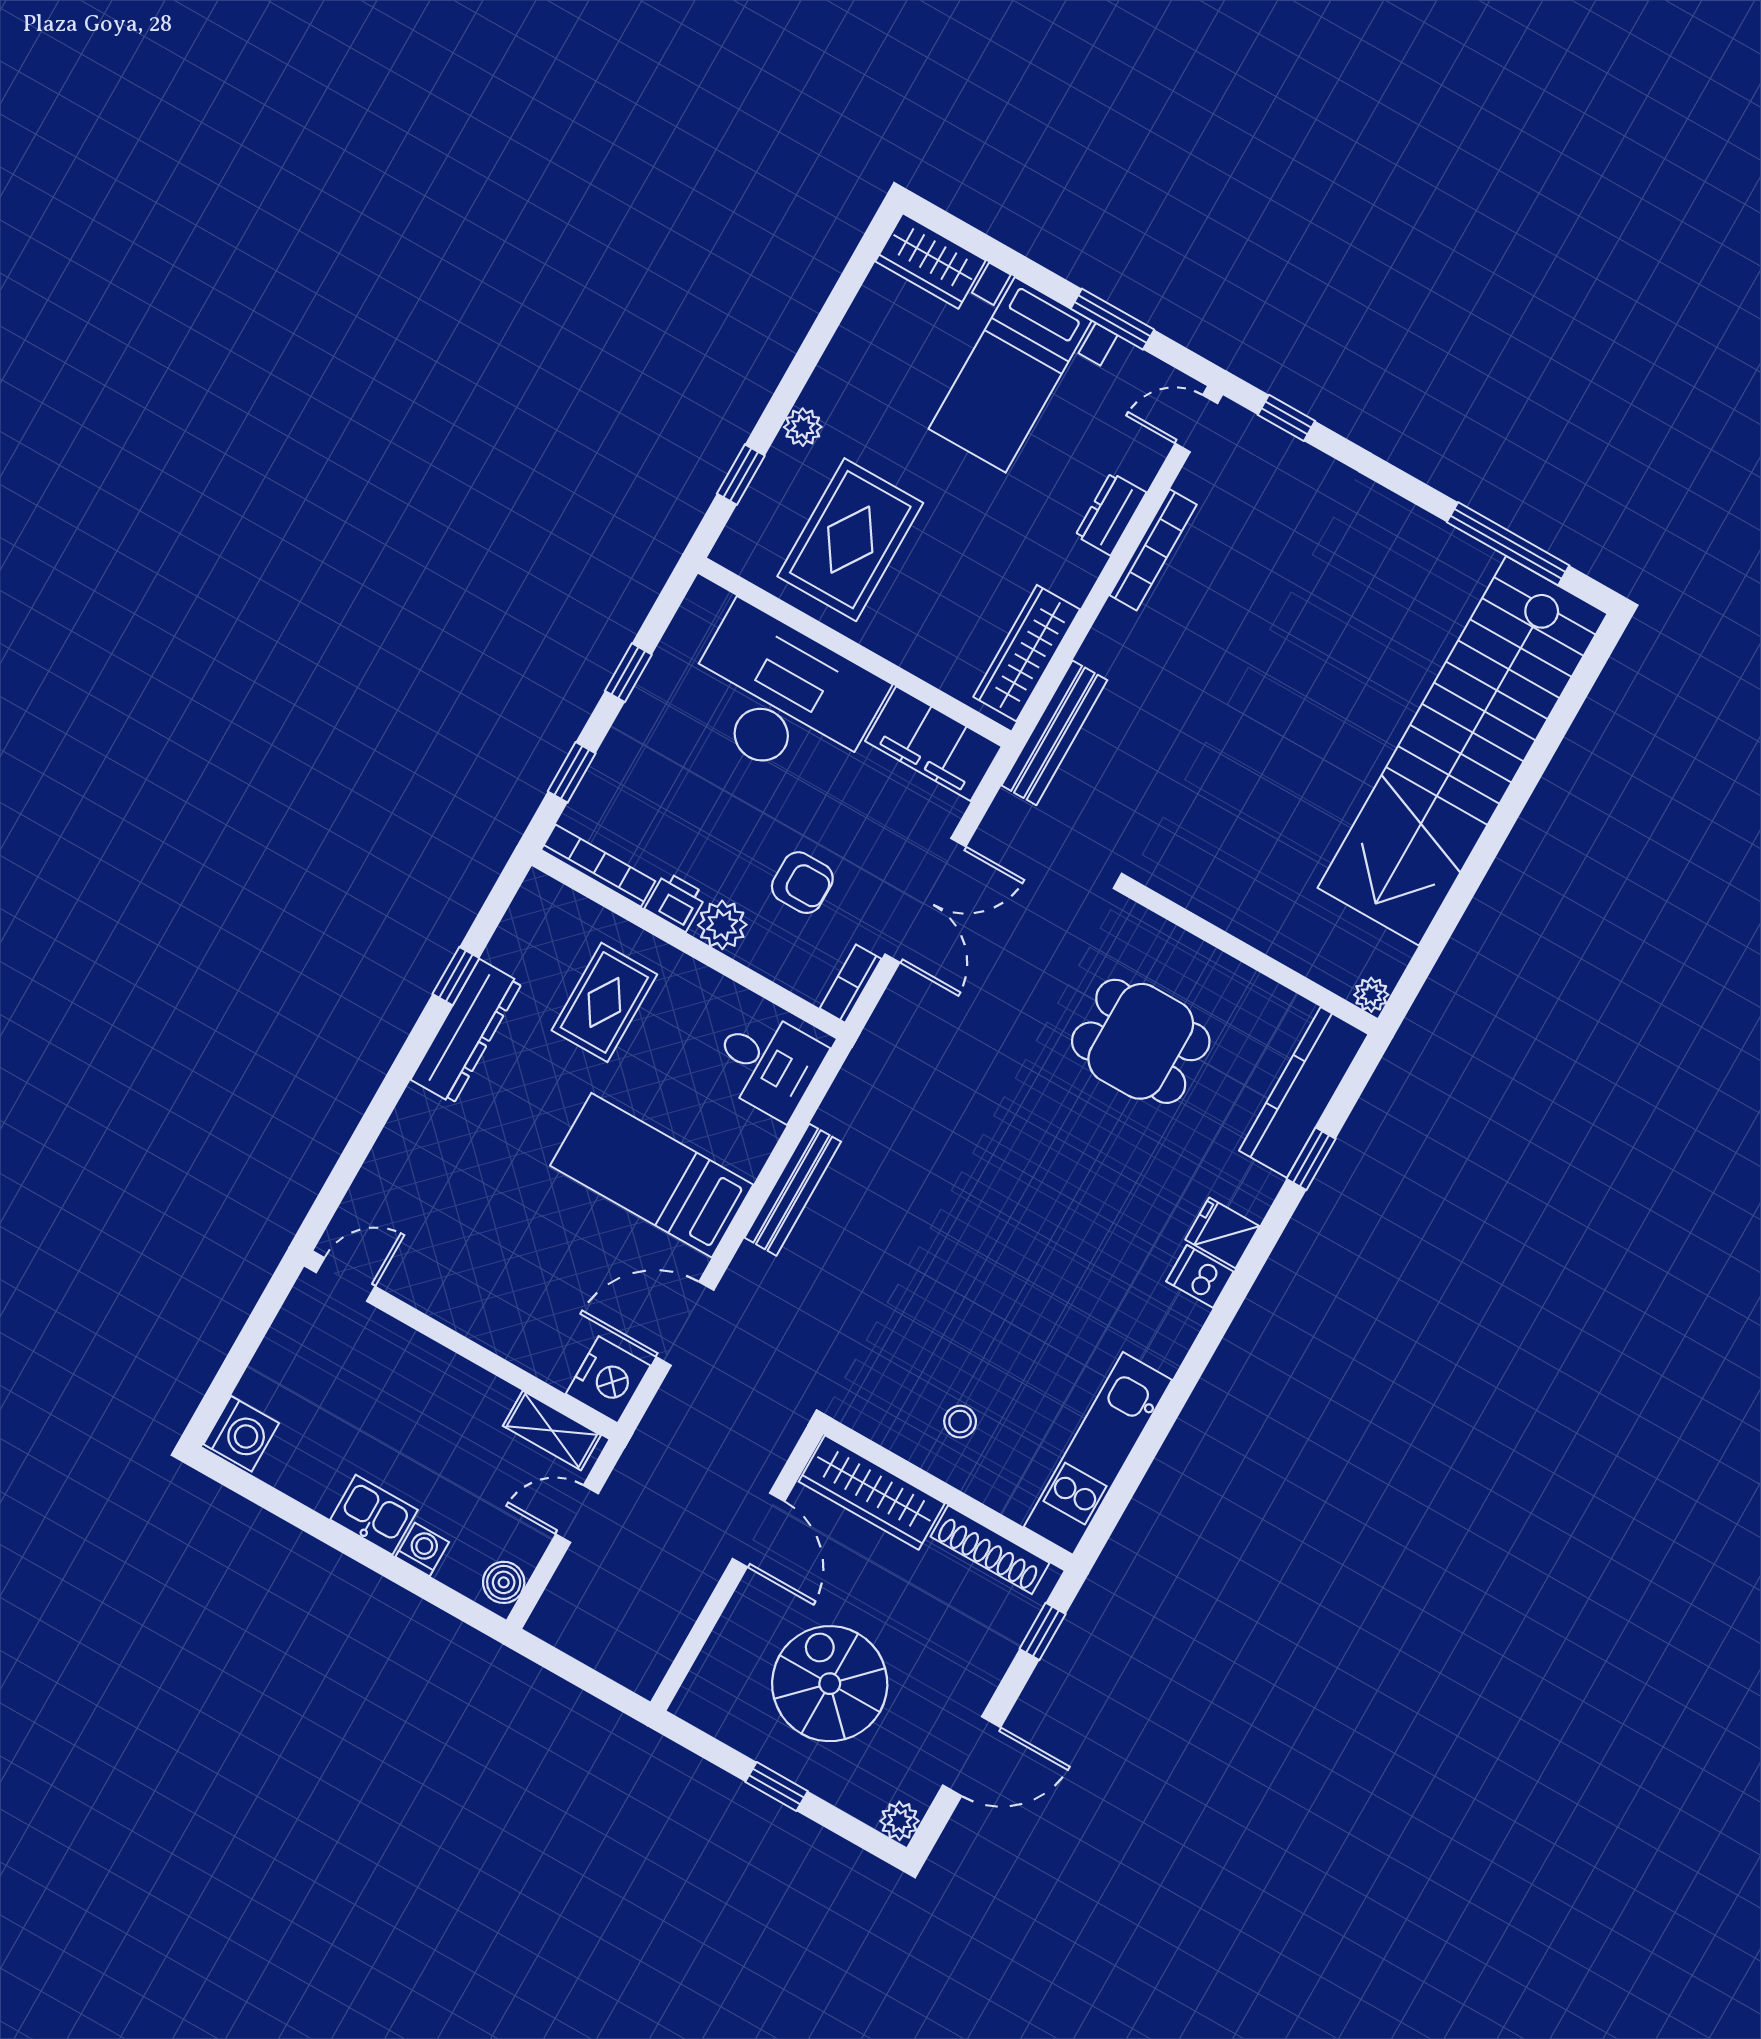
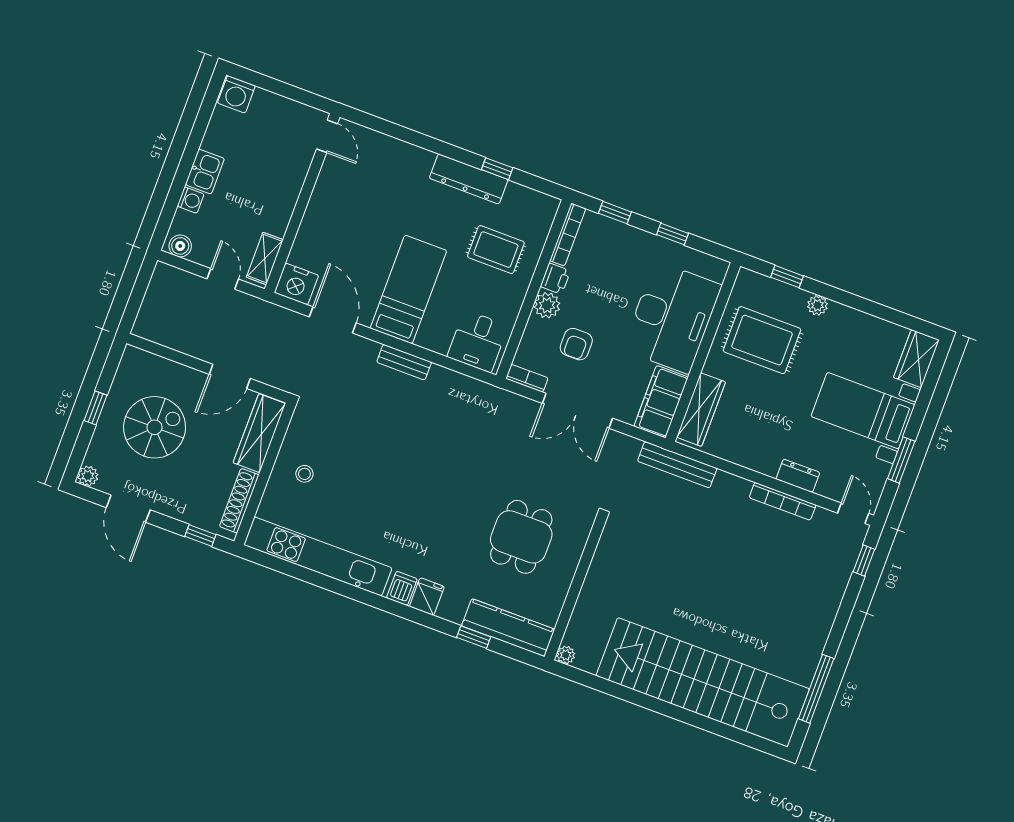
wardrobe: (1027, 653) -> (701, 410), moved, turned 90
bench: (793, 1190) -> (404, 362), width x0.73
kitchen unit: (1098, 1453) -> (318, 556), width x1.36

